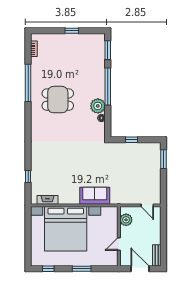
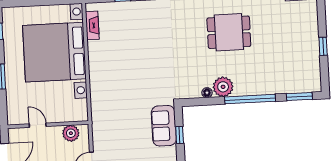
dining table: (58, 100) -> (229, 32), turned 90
sofa: (95, 196) -> (164, 126), moved, turned 180

